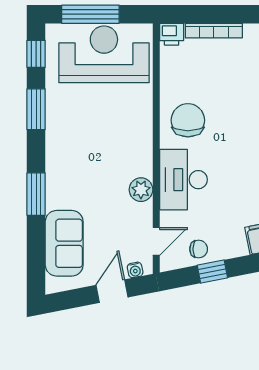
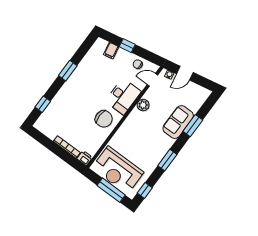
window: (36, 109) -> (167, 160), moved
chair: (188, 120) -> (104, 119), turned -90
window: (36, 194) -> (193, 126), moved
sofa: (64, 243) -> (178, 122), moved
window: (212, 272) -> (127, 46), moved

